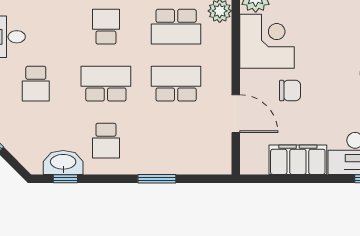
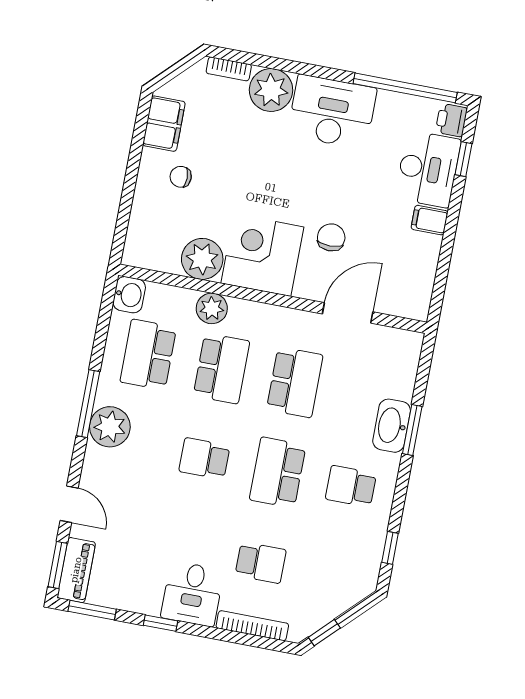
school desk: (176, 84) -> (295, 382), turned 180
school desk: (106, 141) -> (351, 486), turned 180
filing cabinet: (298, 160) -> (429, 220), width x0.33, depth x0.86
washbasin: (63, 163) -> (392, 426), moved

